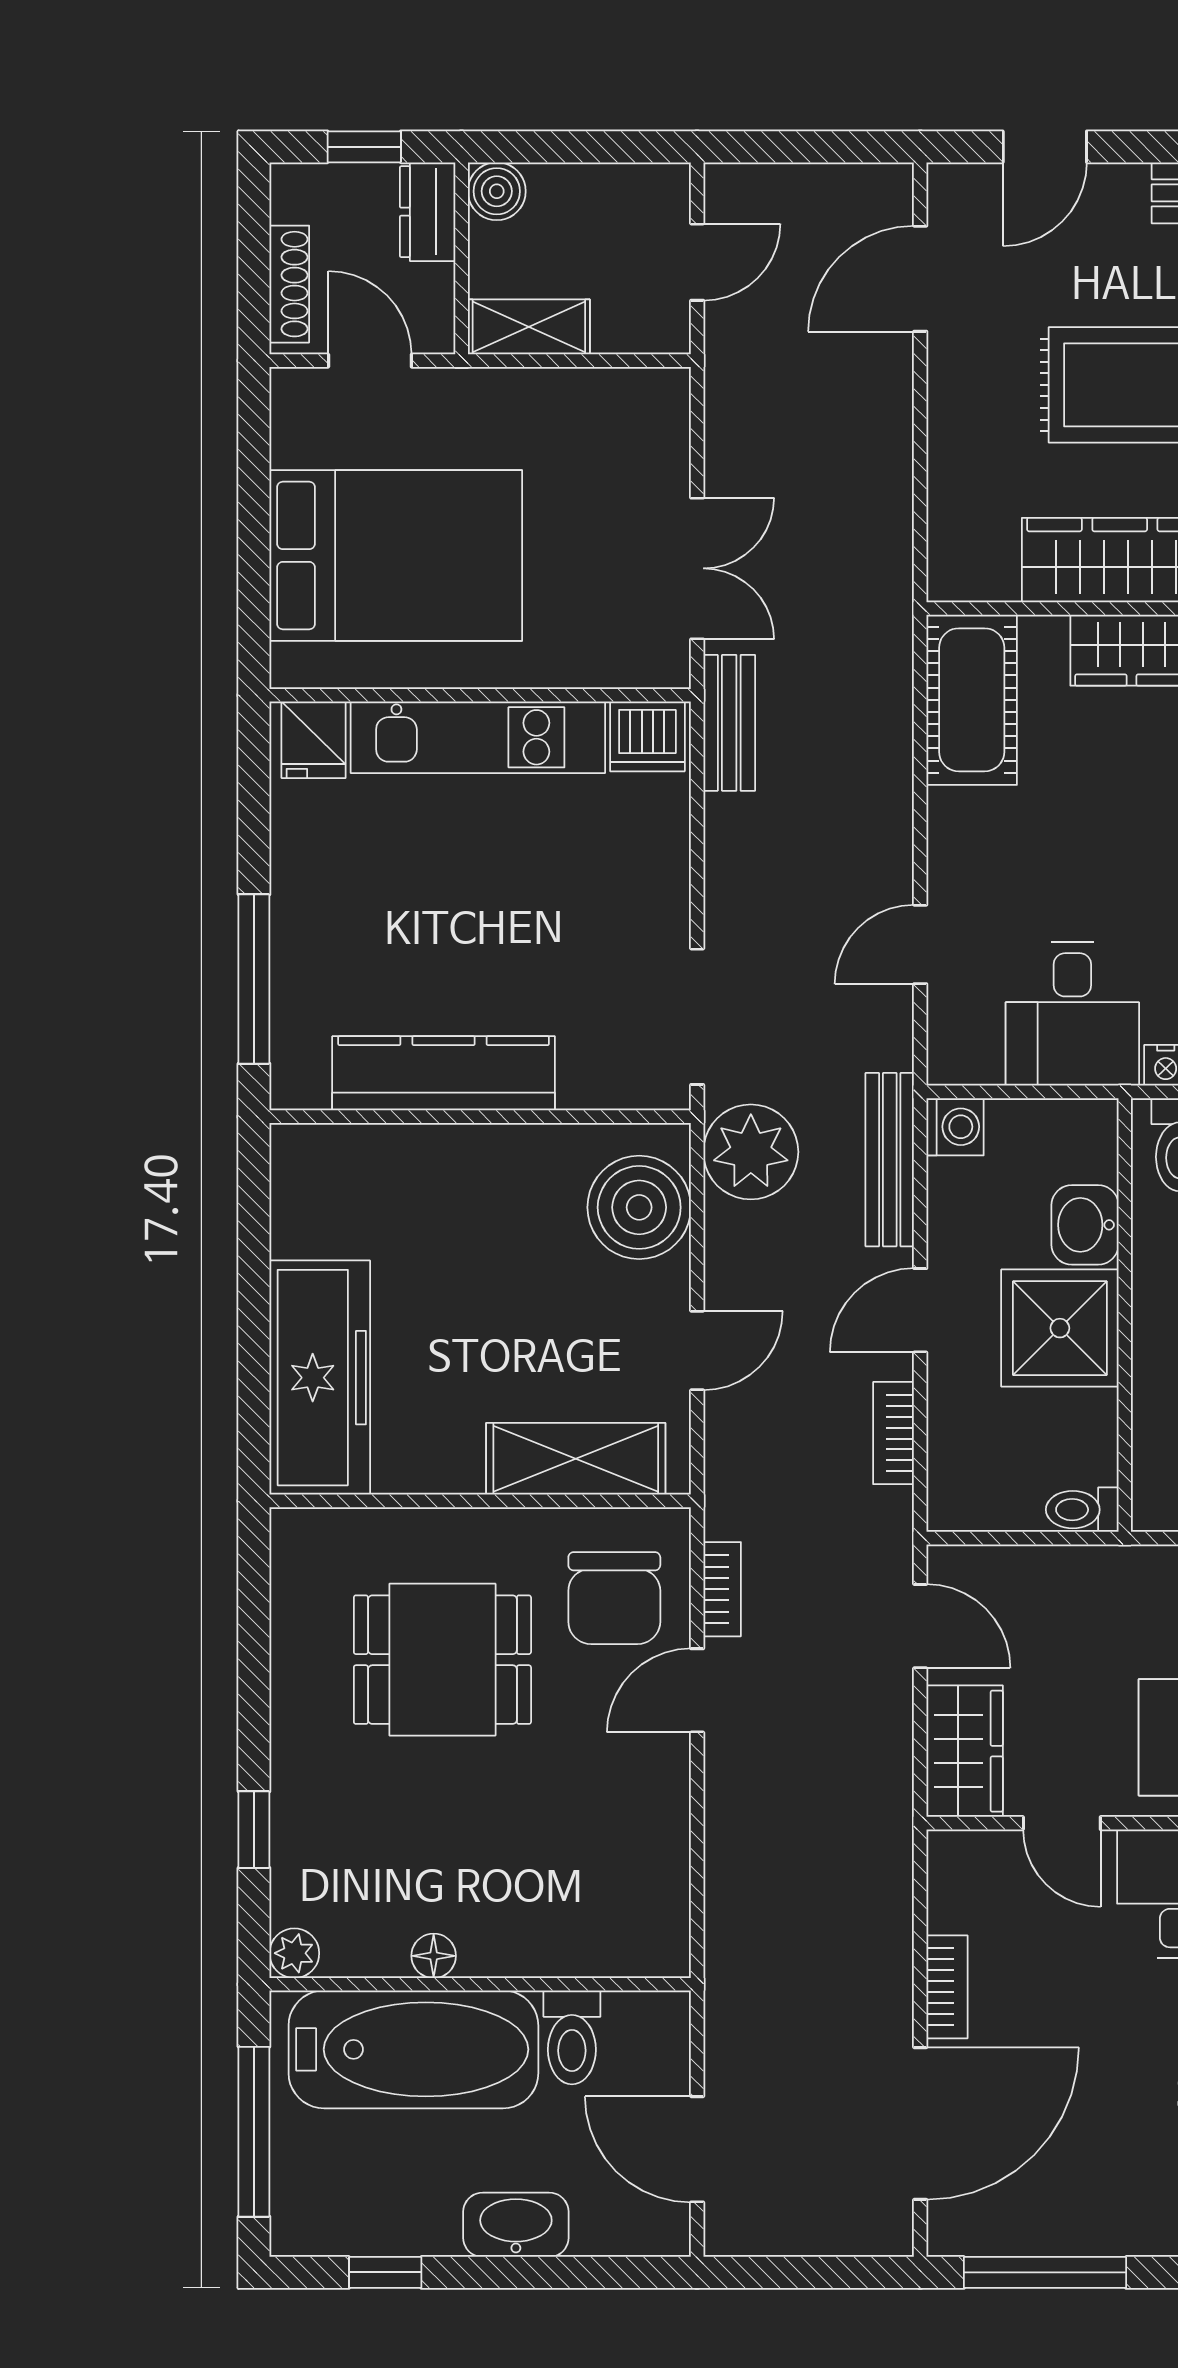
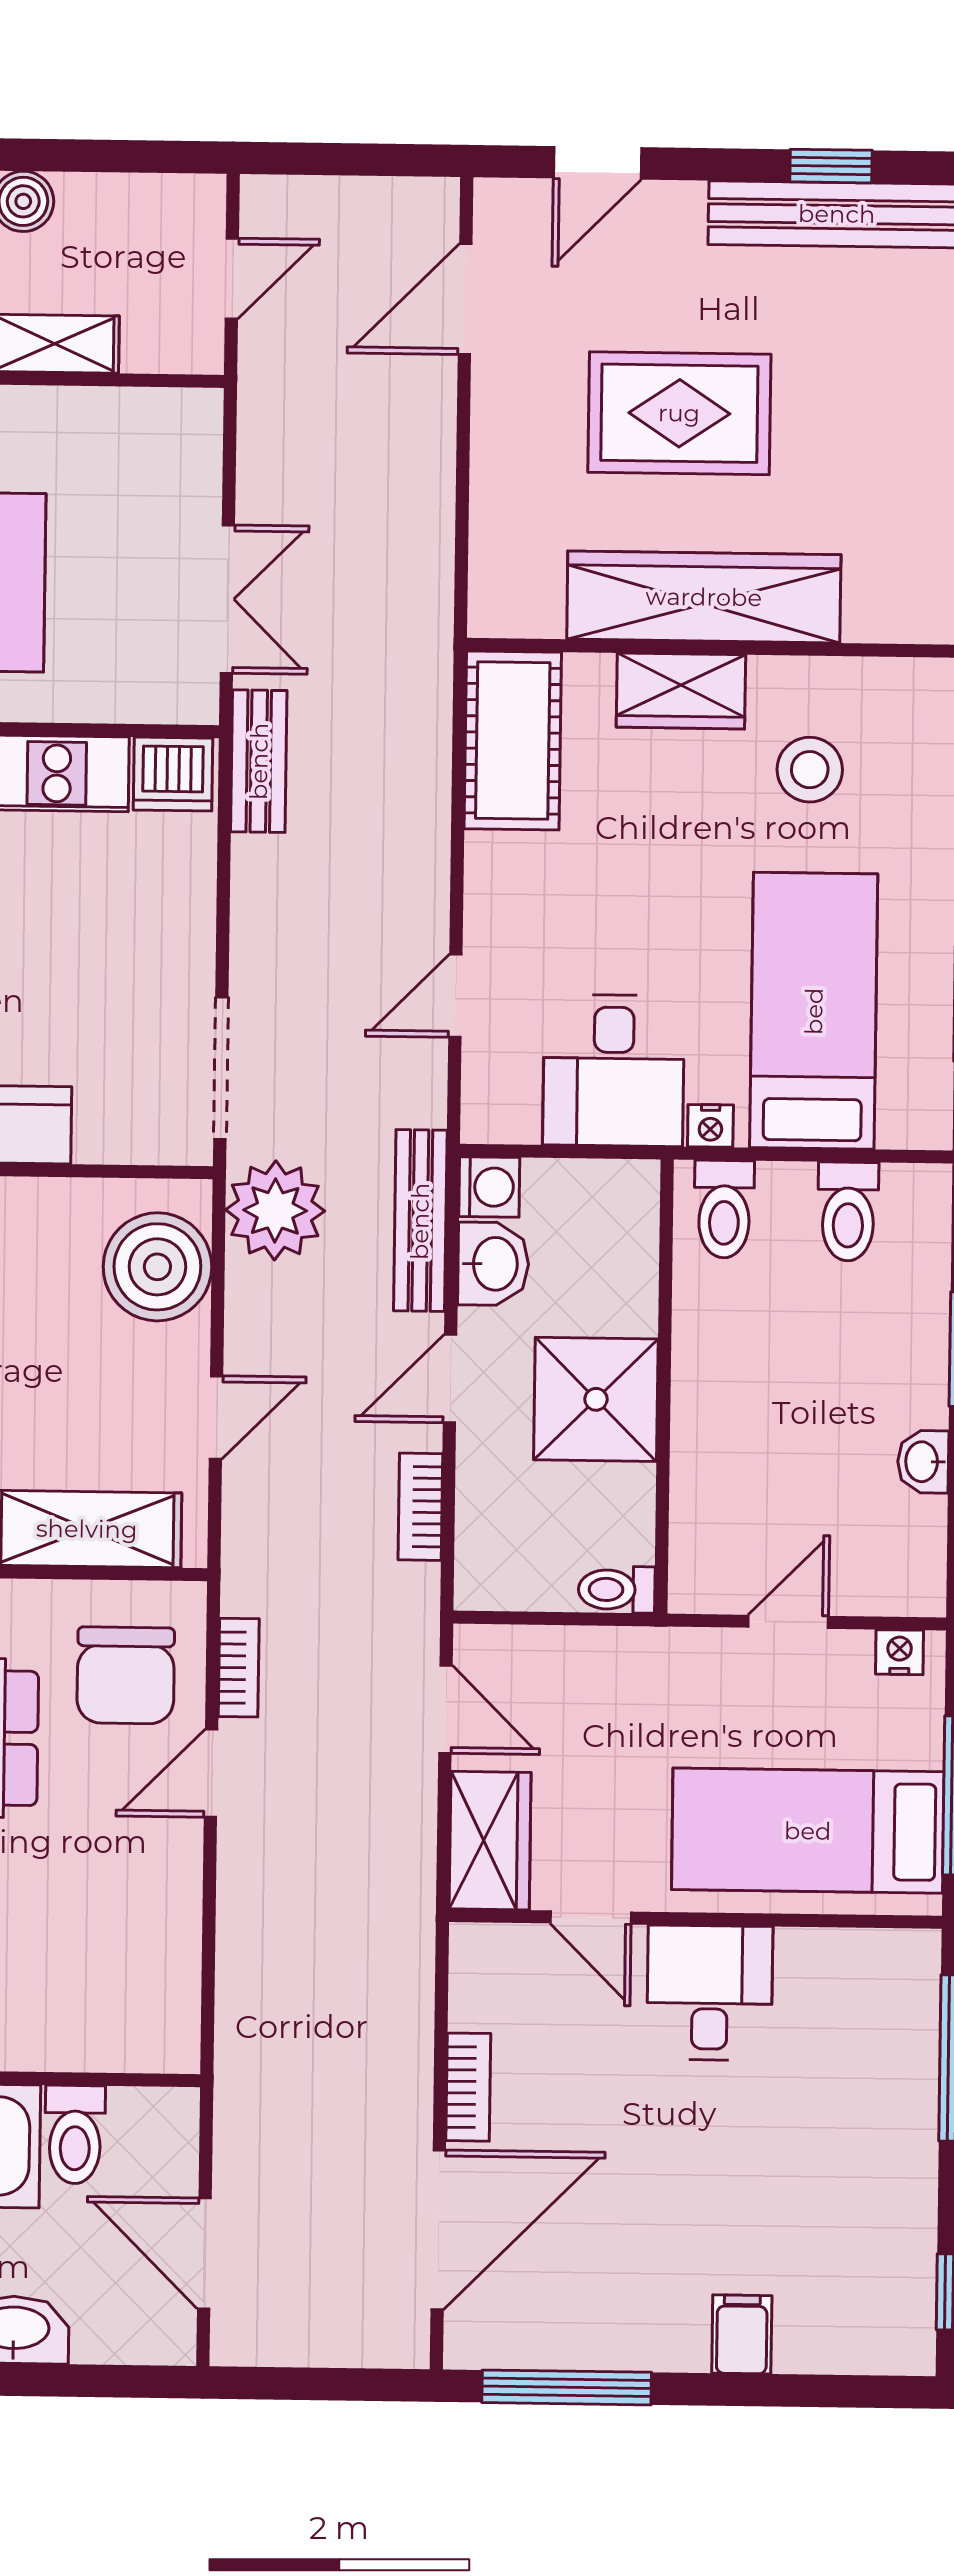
washbasin: (1085, 1225) -> (493, 1264), moved, turned 180

